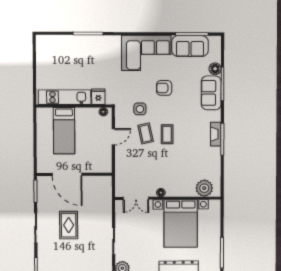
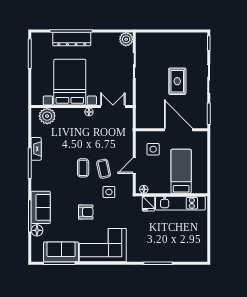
fireplace: (216, 134) -> (36, 149), moved
side table: (94, 154) -> (153, 149), added

